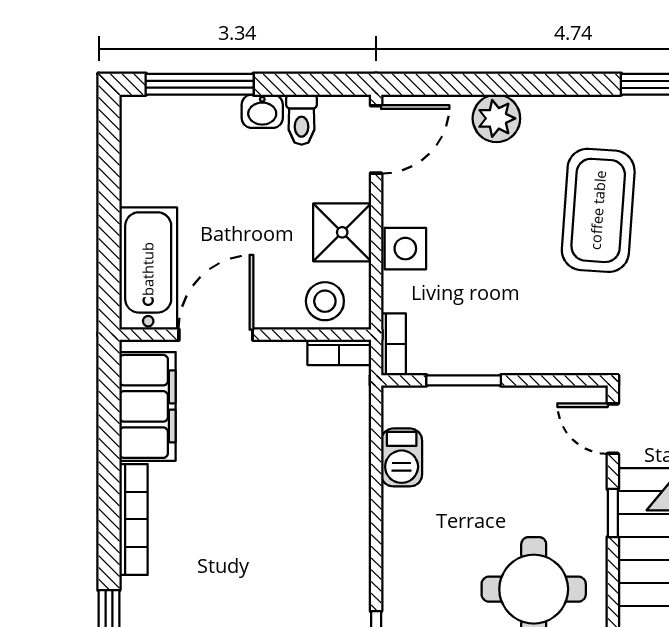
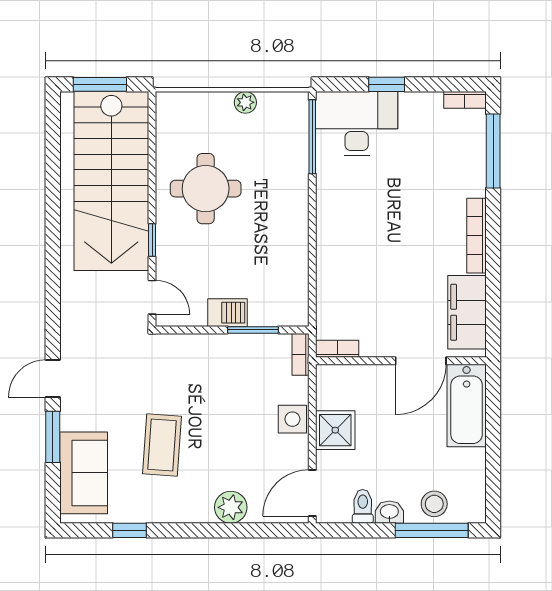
coffee table: (598, 210) -> (162, 445), width x0.73, depth x0.76
stool: (325, 301) -> (434, 504), moved
barbecue: (402, 457) -> (227, 313), moved, turned 90

